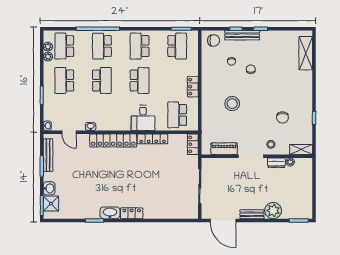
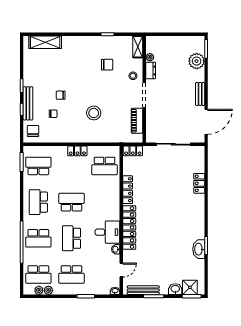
school desk: (140, 46) -> (38, 202), turned 90
school desk: (102, 80) -> (71, 238), turned -90
desk: (143, 118) -> (107, 232), moved
plant: (273, 211) -> (197, 61), moved
washbasin: (110, 213) -> (199, 249), moved
locker: (132, 213) -> (199, 183), moved

